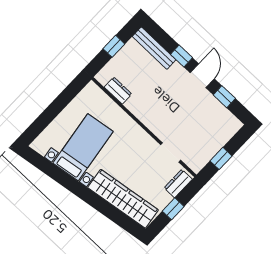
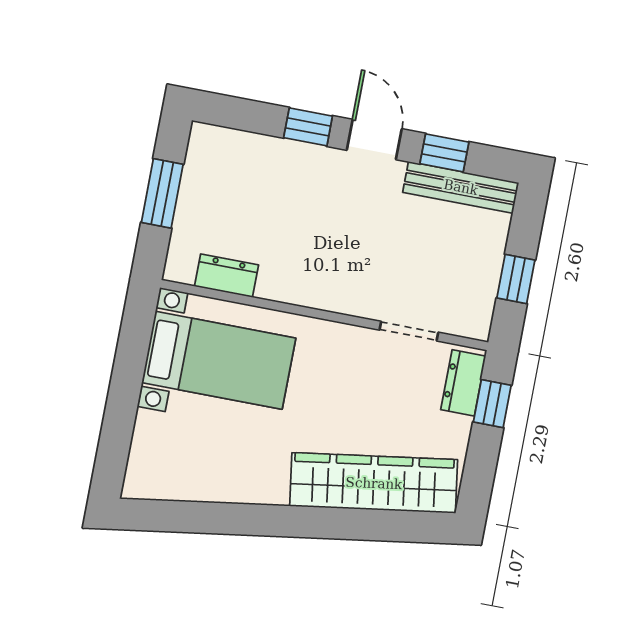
window: (114, 46) -> (162, 193), width x1.50
bench: (154, 48) -> (461, 187), moved
bed with nightstands: (83, 147) -> (219, 360), moved, turned 98
window: (173, 209) -> (492, 404), moved

